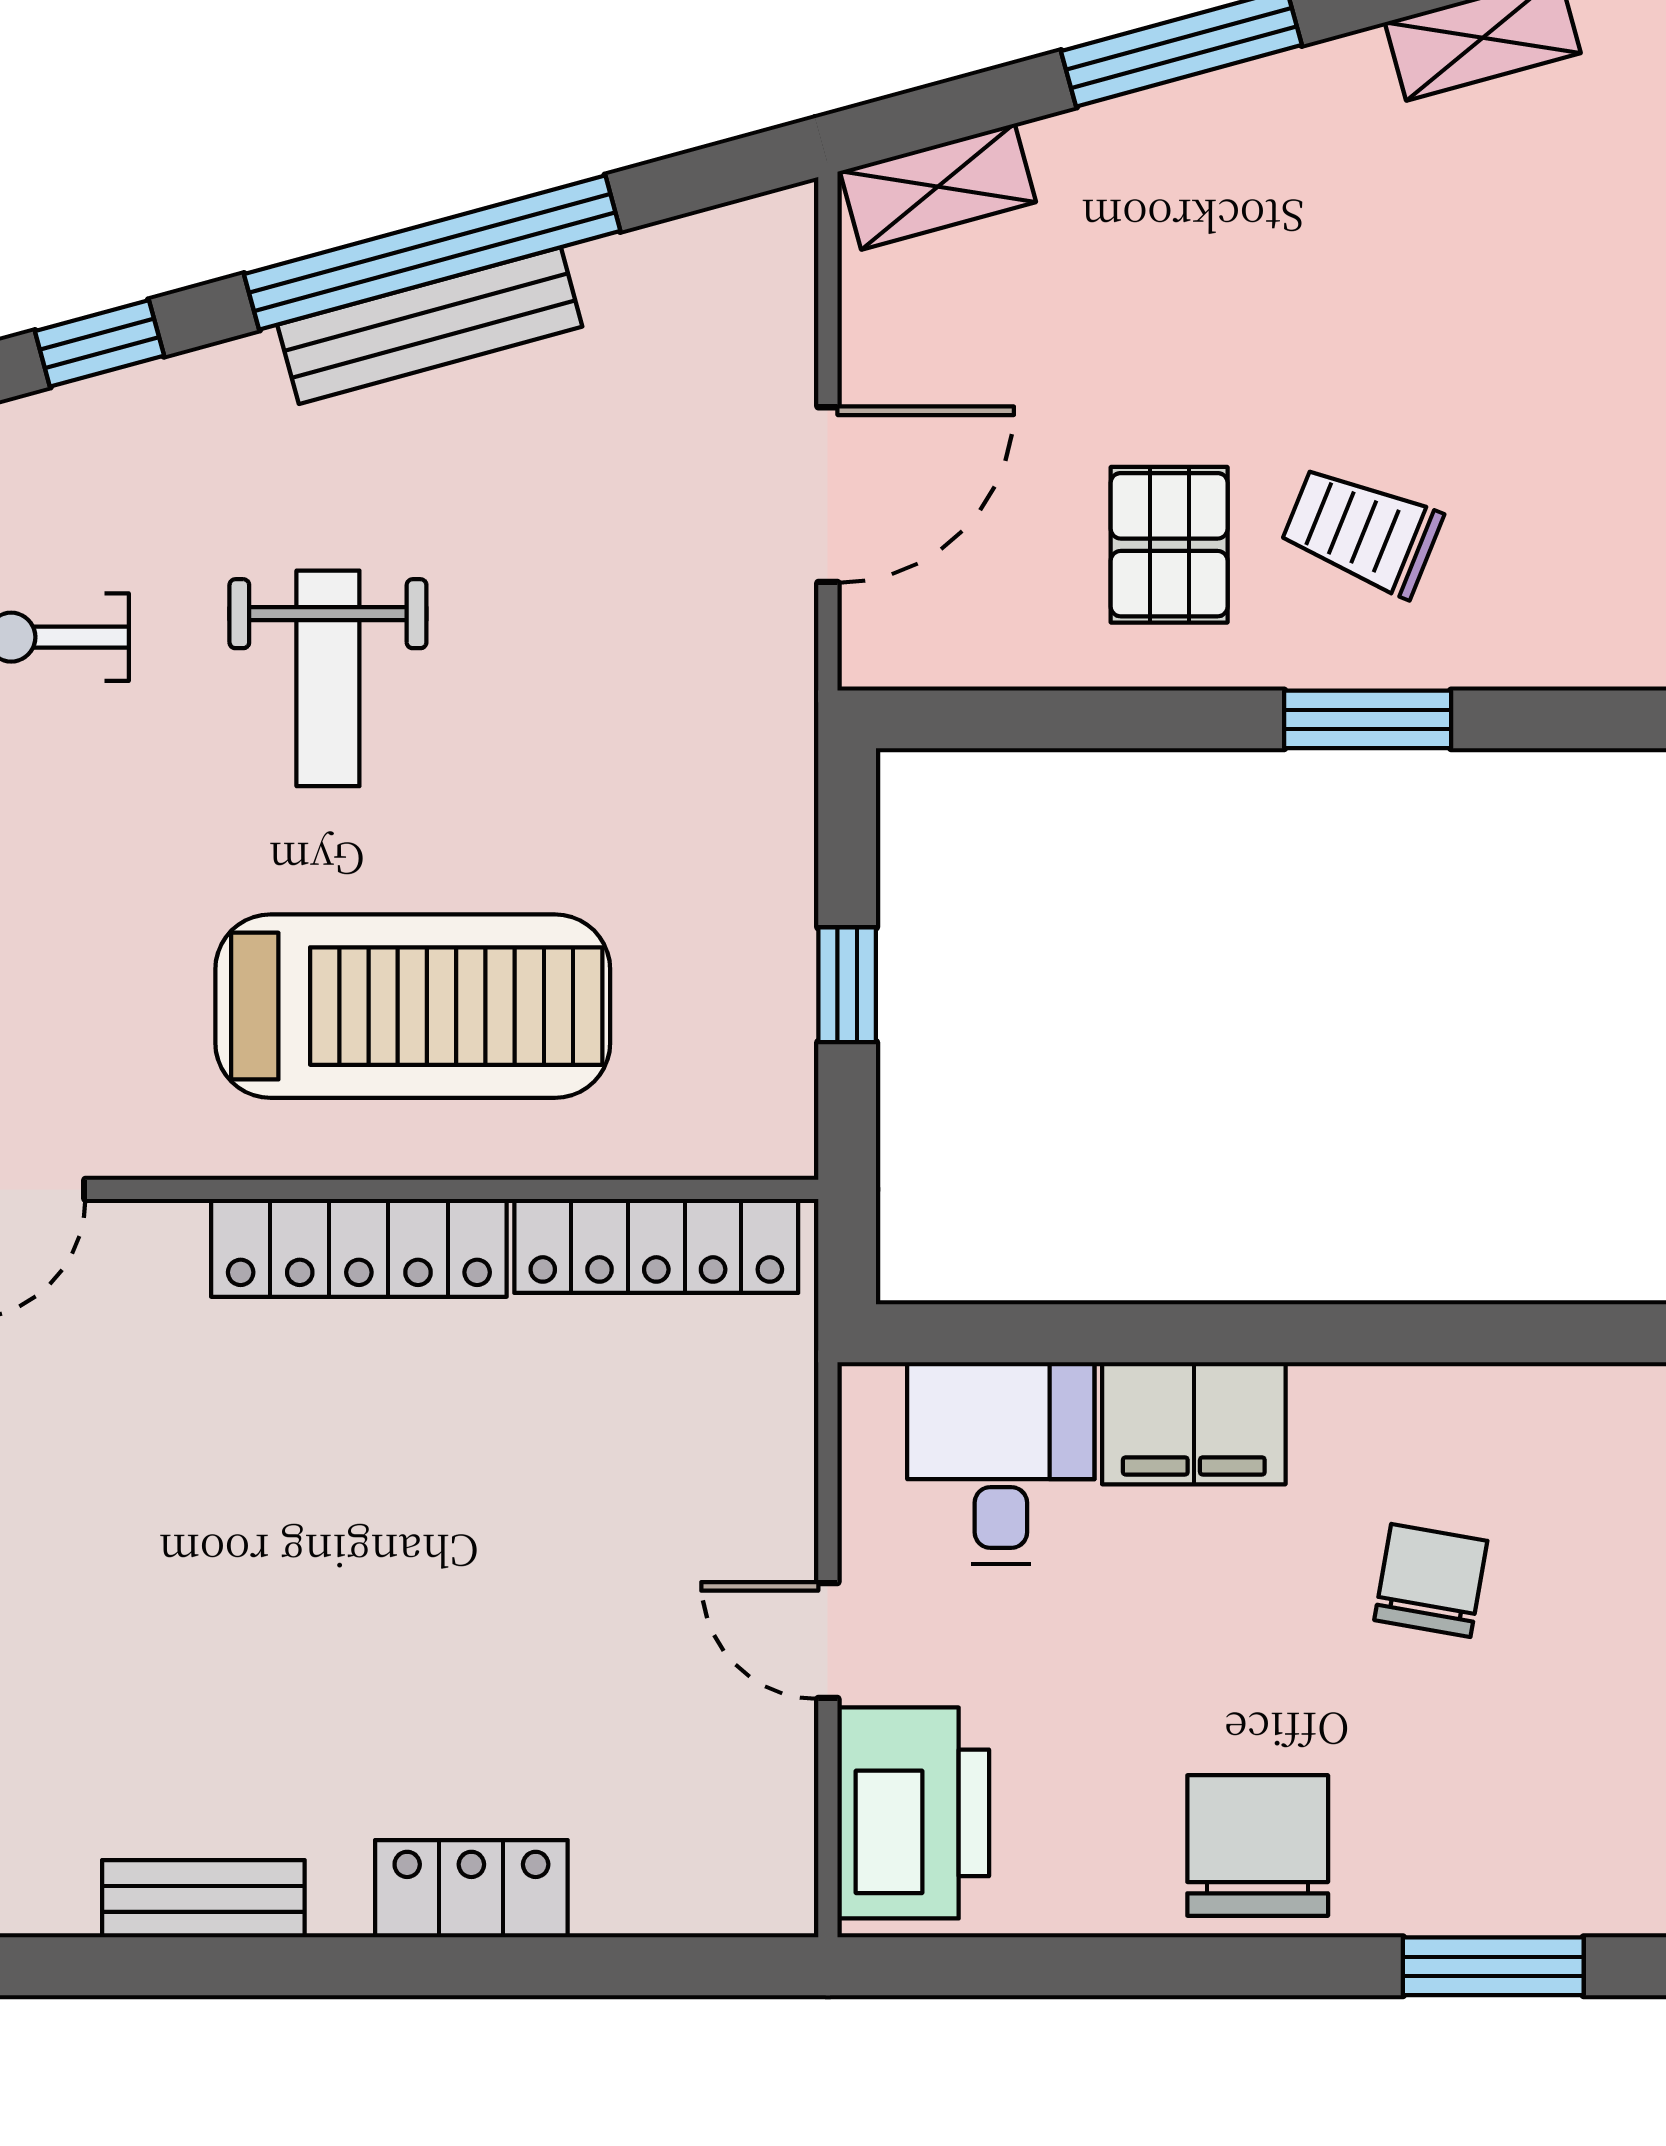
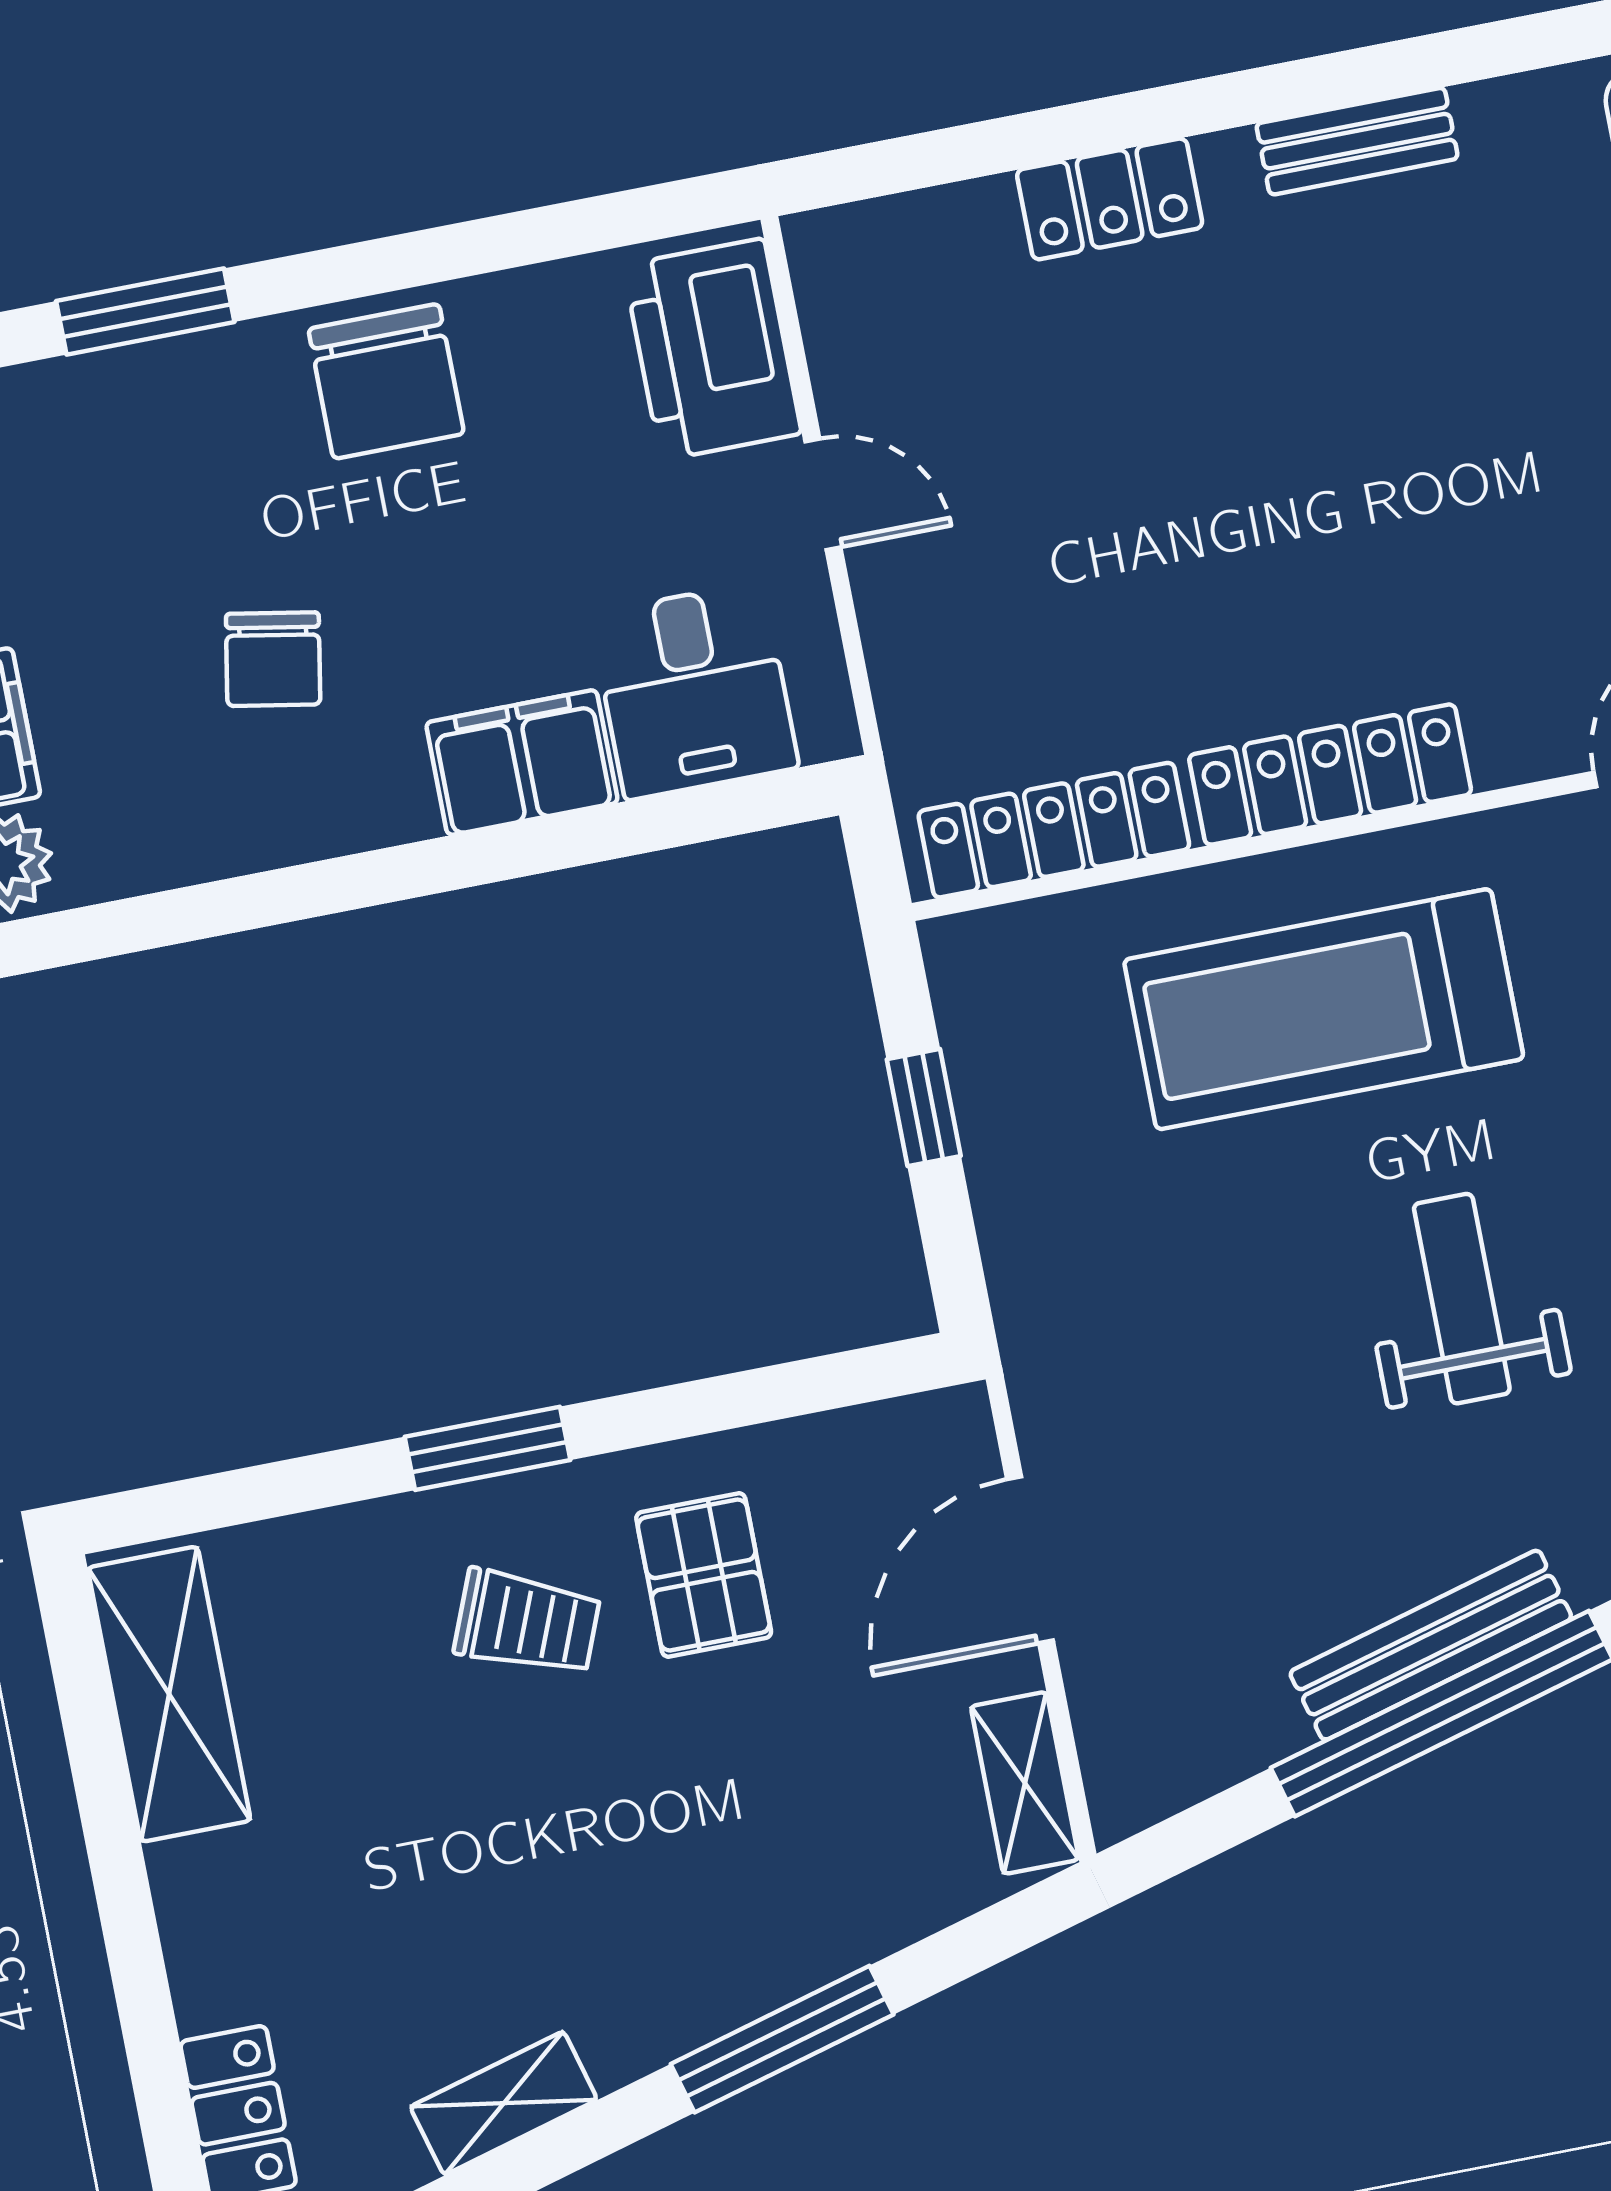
shelving: (938, 187) -> (1025, 1783), moved, turned -75

